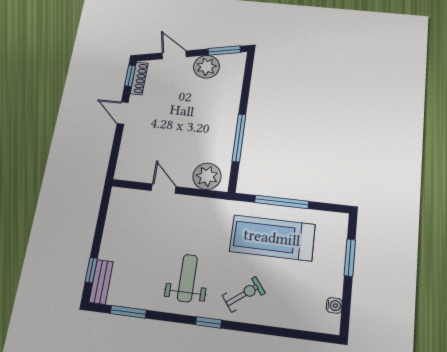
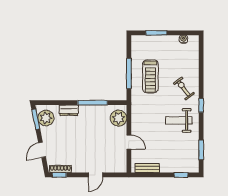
plant: (206, 67) -> (46, 118), moved
dresser: (232, 100) -> (69, 110), added
door: (123, 113) -> (96, 175), moved
door: (164, 189) -> (129, 142), swing flipped
treadmill: (272, 238) -> (150, 76), width x0.73, depth x0.73
bench: (101, 282) -> (147, 168), moved

